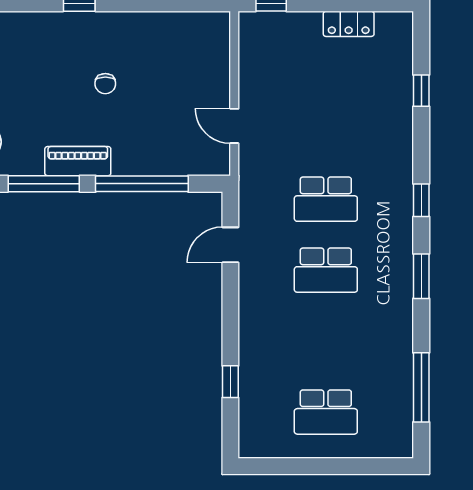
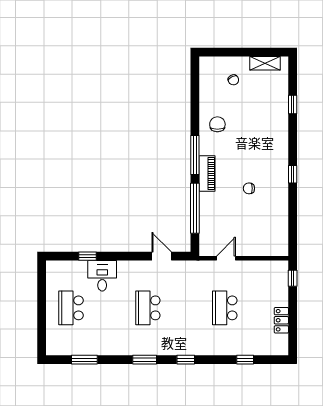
school desk: (326, 199) -> (225, 308), moved
desk: (267, 355) -> (102, 276), added
window: (421, 387) -> (84, 360), width x0.69

